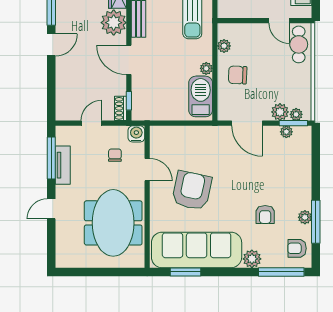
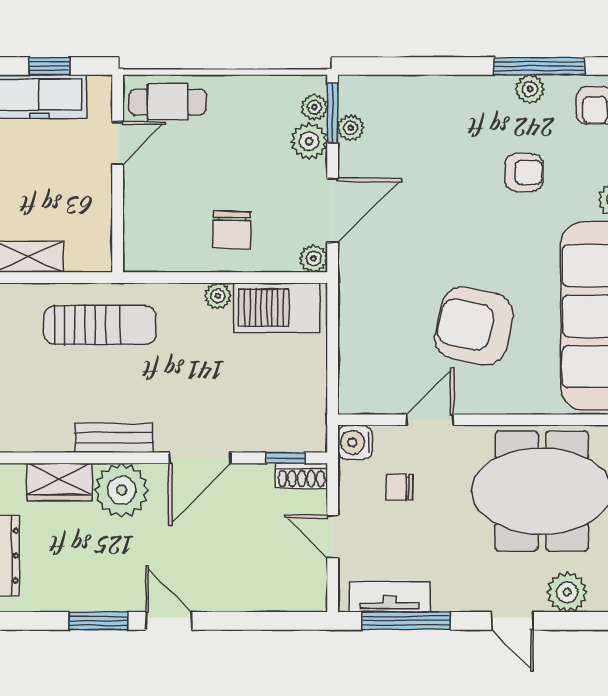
plant: (224, 46) -> (313, 259), moved
tv unit: (63, 165) -> (390, 597), moved
plant: (65, 235) -> (567, 592), added

